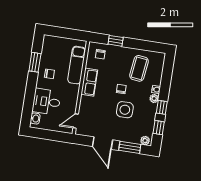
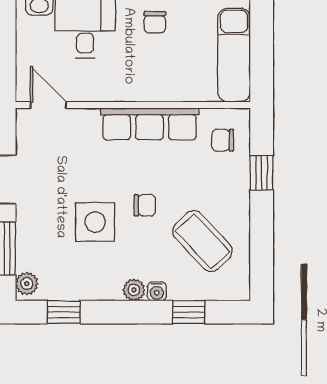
exam couch: (77, 65) -> (234, 55), moved, turned -90
coffee table: (139, 68) -> (202, 241), turned 40
row of seats: (89, 82) -> (150, 124), width x1.48
window: (162, 107) -> (189, 312), moved

